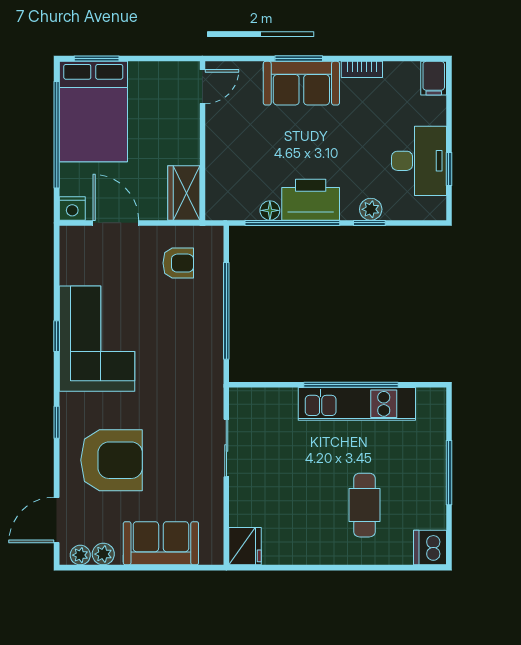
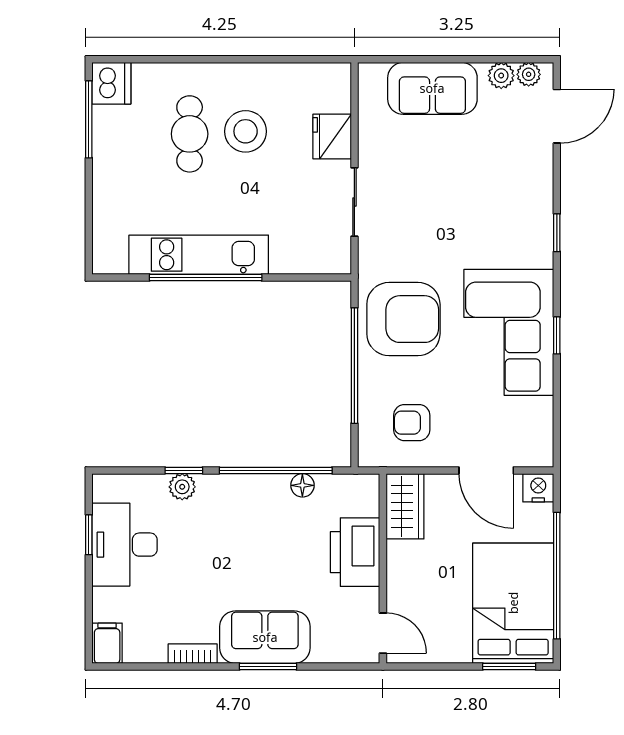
door: (202, 87) -> (383, 633), swing flipped
printer: (311, 200) -> (355, 552), moved, turned 90
armchair: (112, 460) -> (403, 319), moved, turned 180
window: (449, 473) -> (89, 119), moved
stool: (318, 507) -> (246, 131), added
fridge: (245, 546) -> (332, 137), moved

